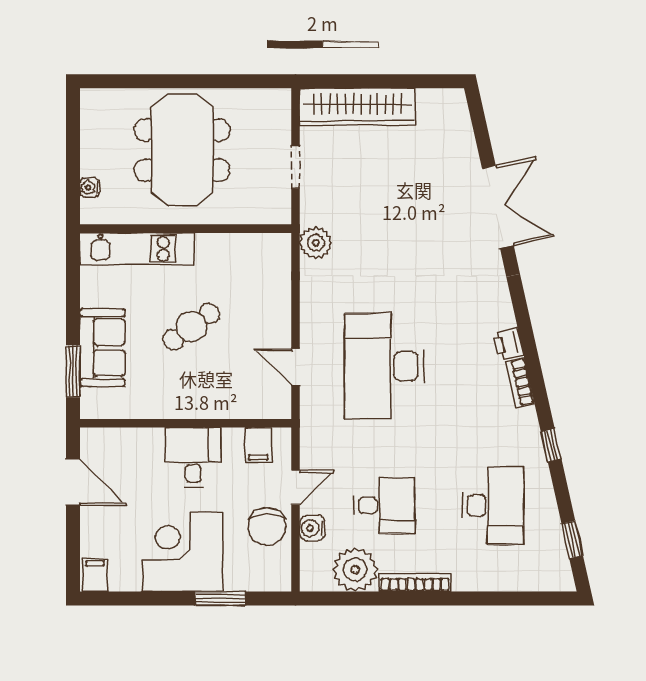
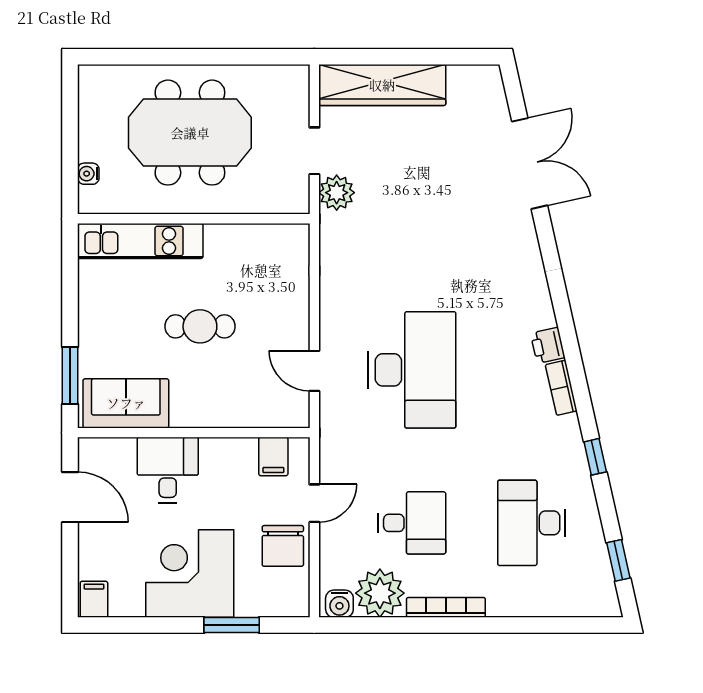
meeting table: (182, 150) -> (190, 133), turned 90
double door: (498, 207) -> (530, 163), moved
plant: (316, 243) -> (337, 193), moved
cafe table: (191, 327) -> (200, 326), turned 36
sofa: (102, 348) -> (126, 403), moved, turned -90
desk: (384, 366) -> (412, 370), turned 180
desk: (193, 457) -> (168, 470), moved
desk: (493, 505) -> (531, 523), turned 180
water cooler: (312, 528) -> (339, 604), moved, turned -90

